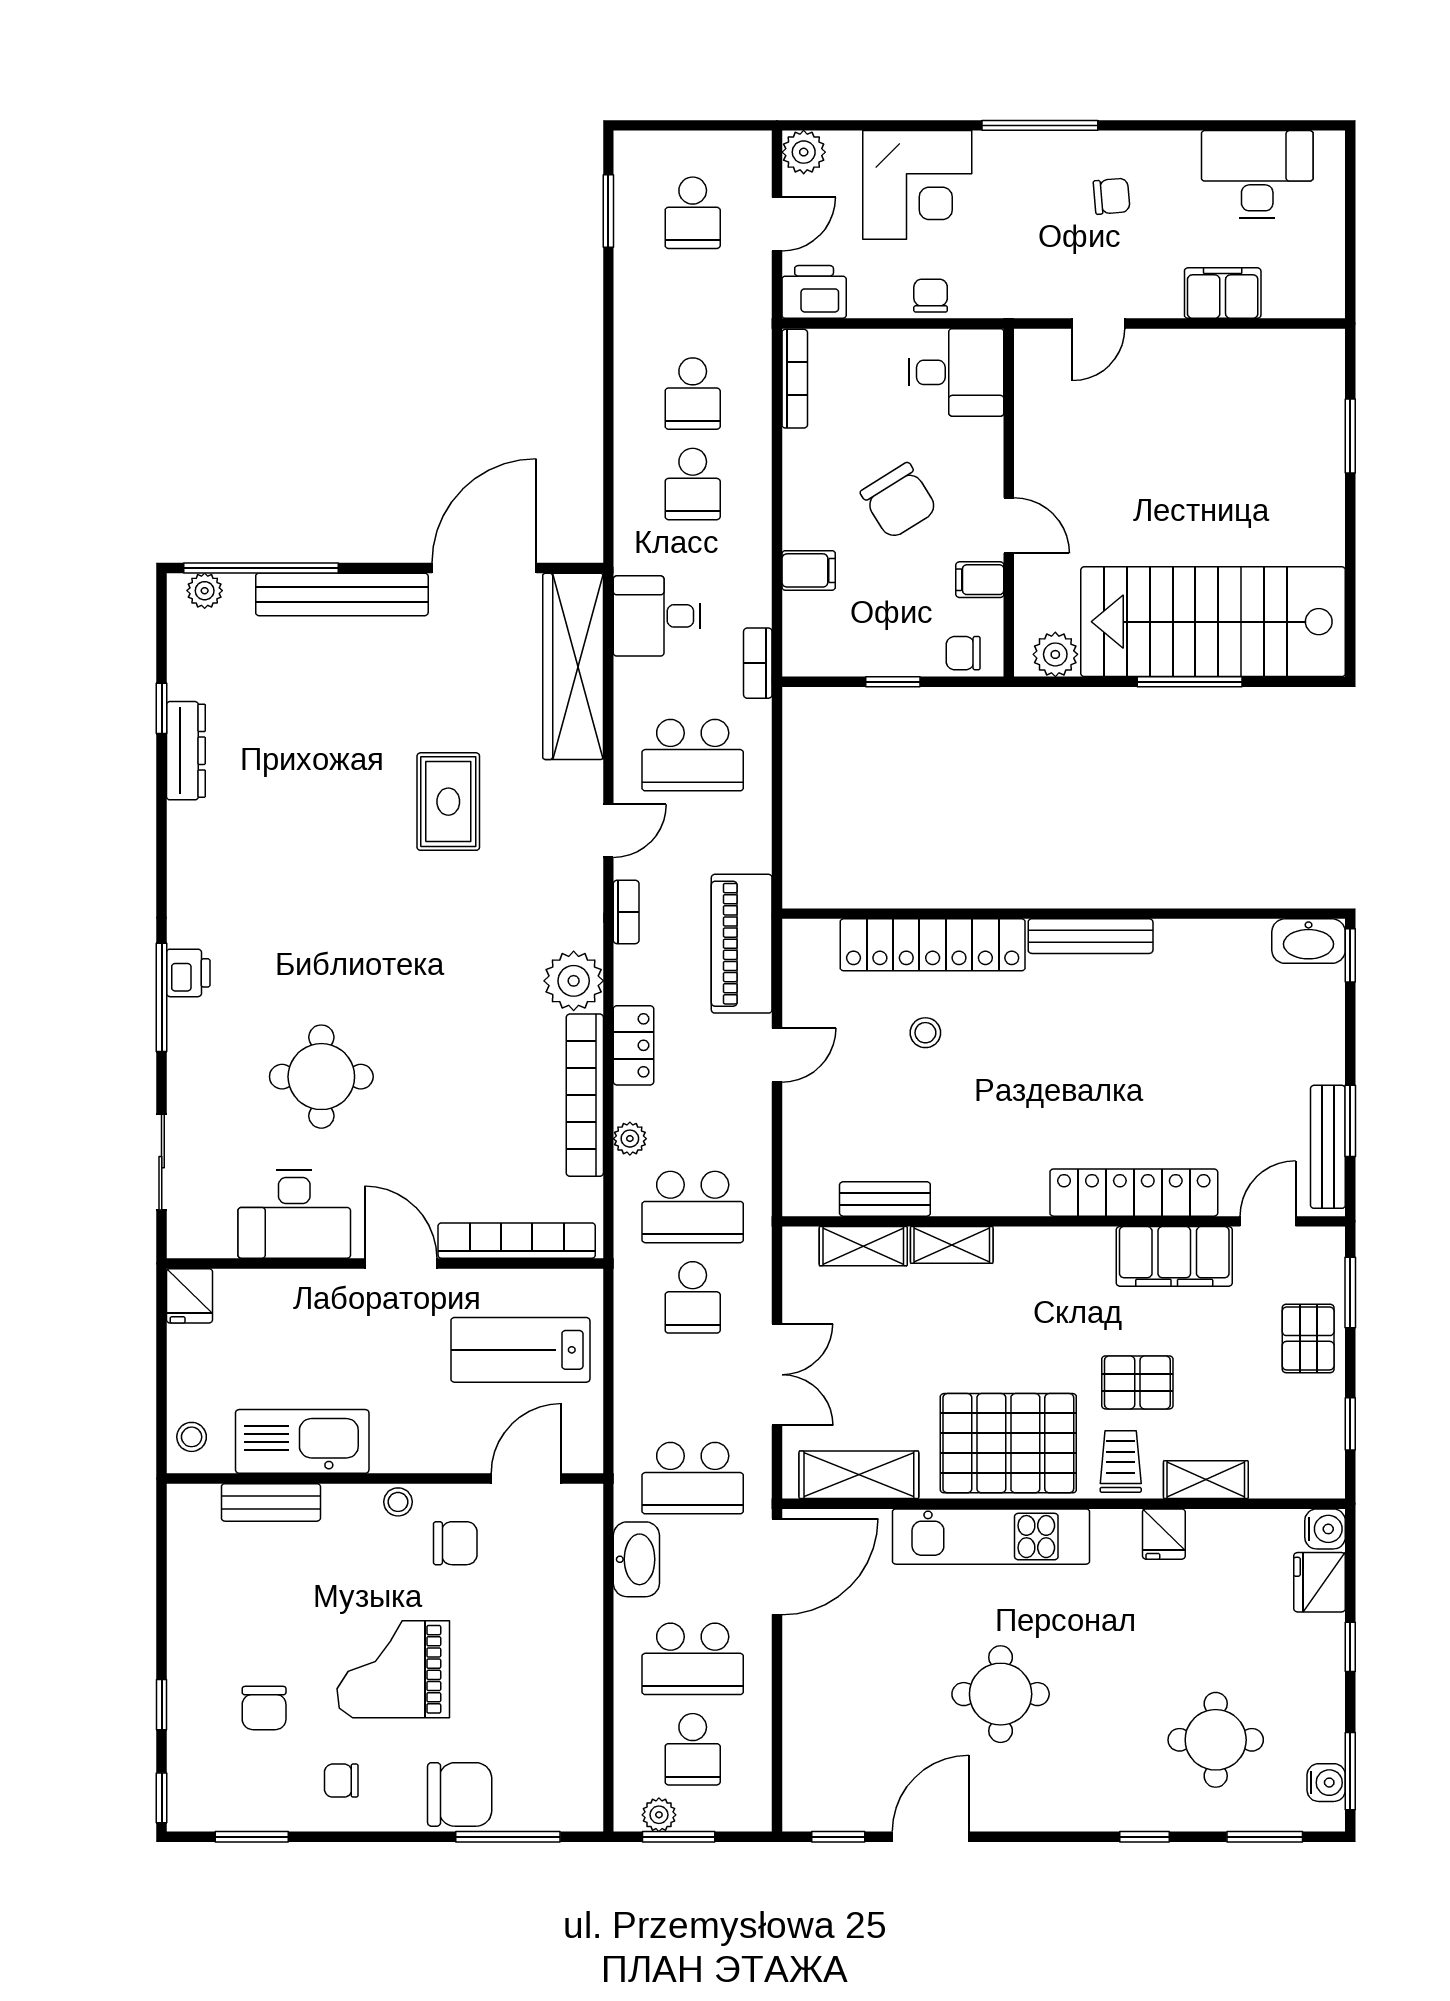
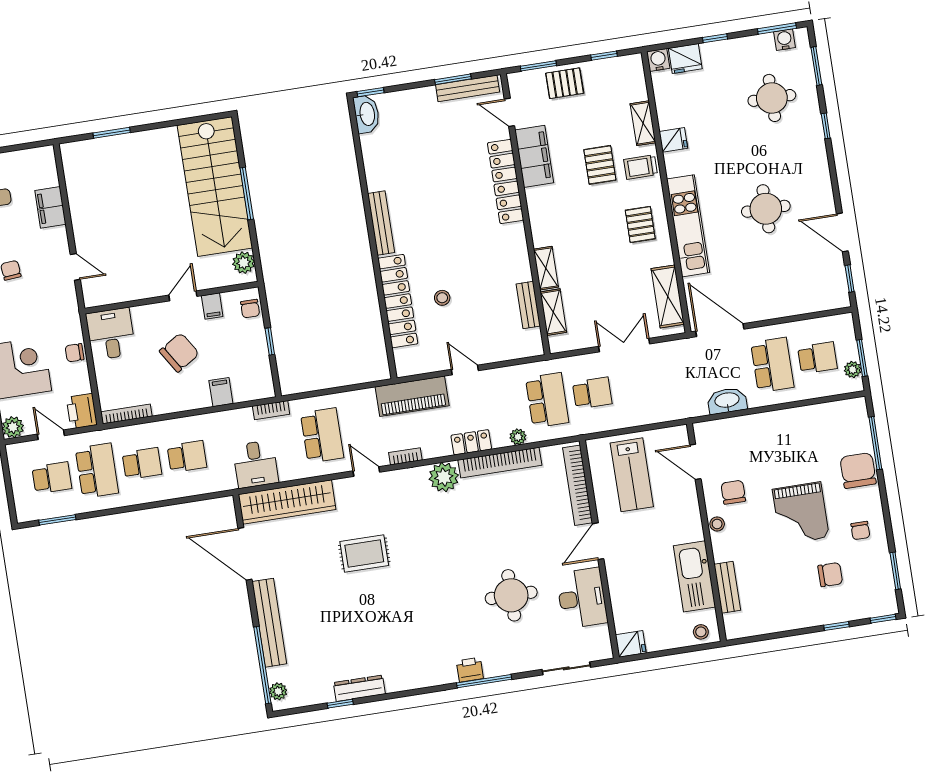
pallet: (1008, 1443) -> (640, 224), width x0.49, depth x0.50
school desk: (693, 1478) -> (97, 471), moved

